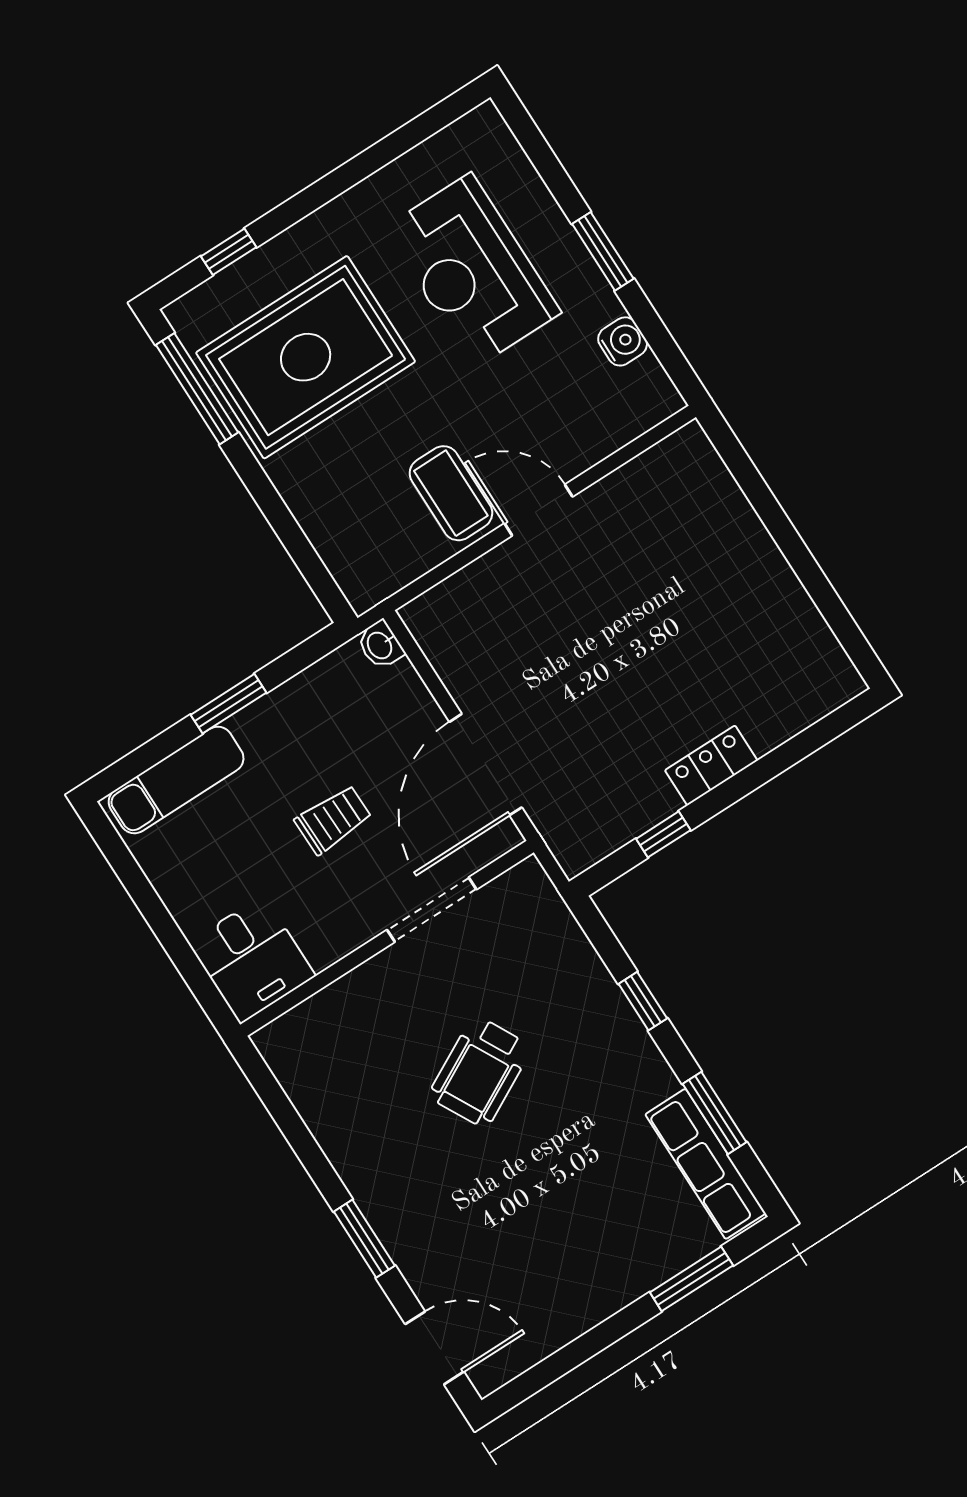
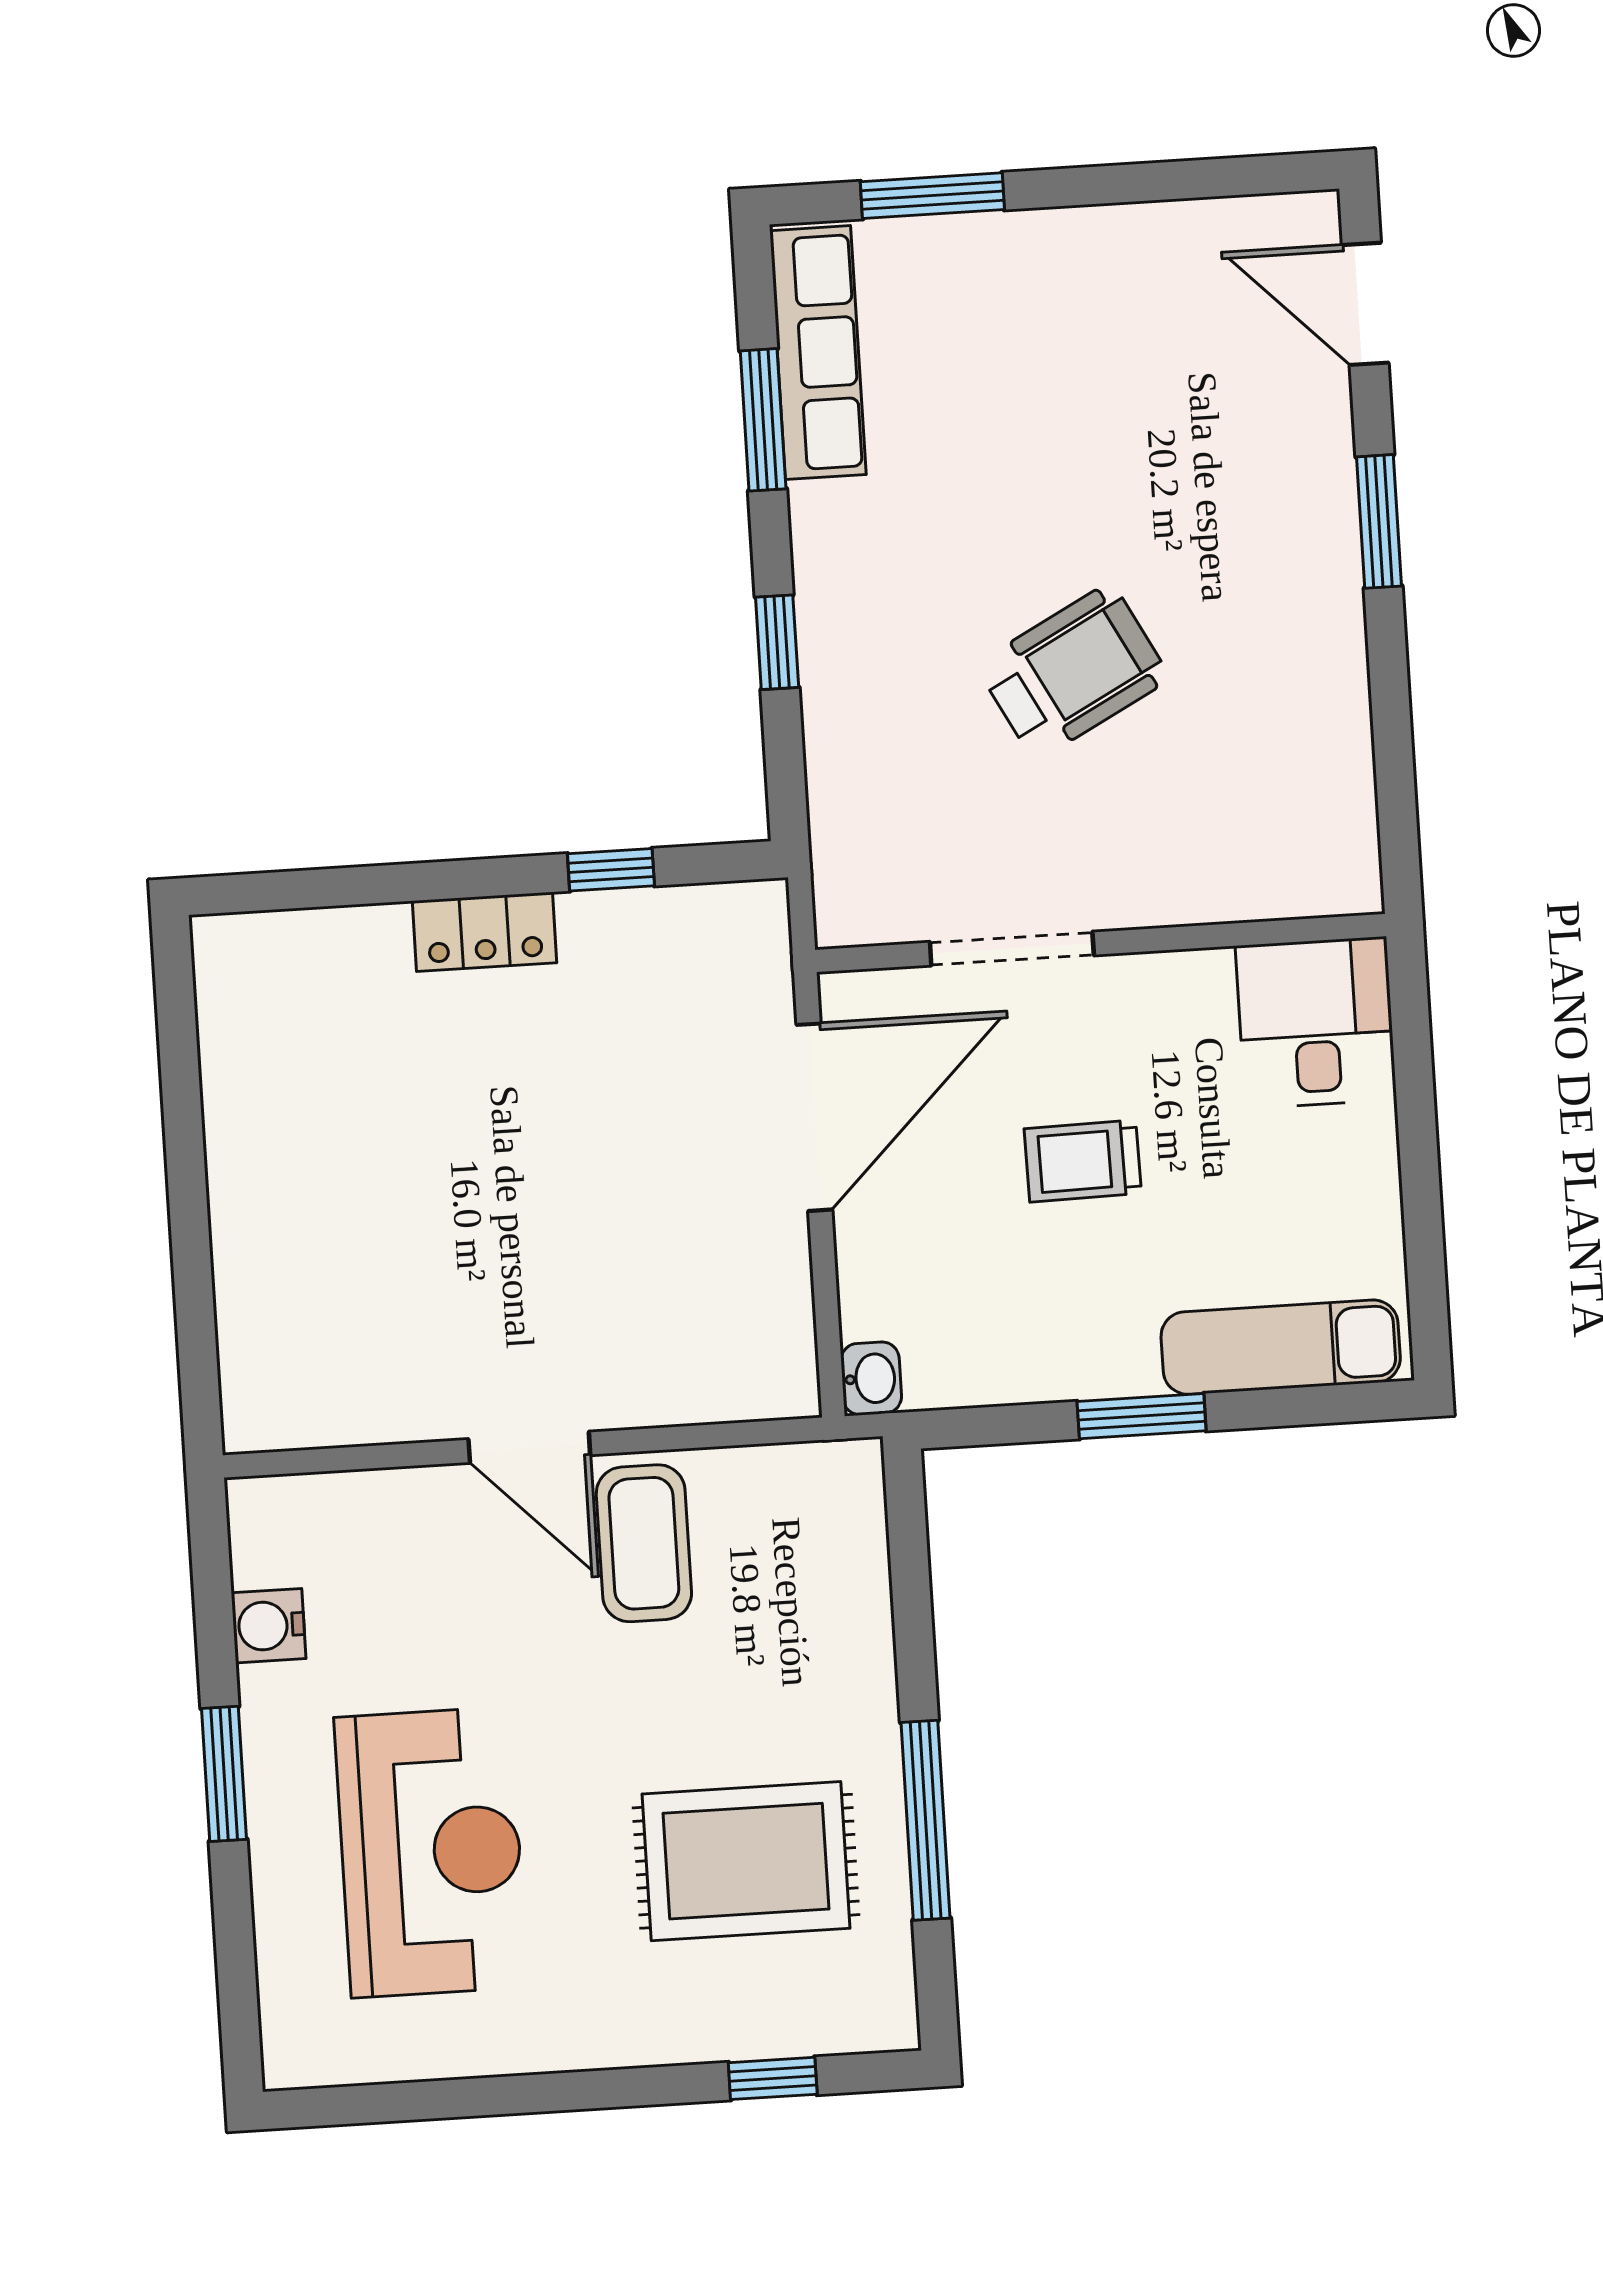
rug: (306, 357) -> (746, 1861), width x0.73, depth x0.69
window: (197, 389) -> (926, 1820), moved

